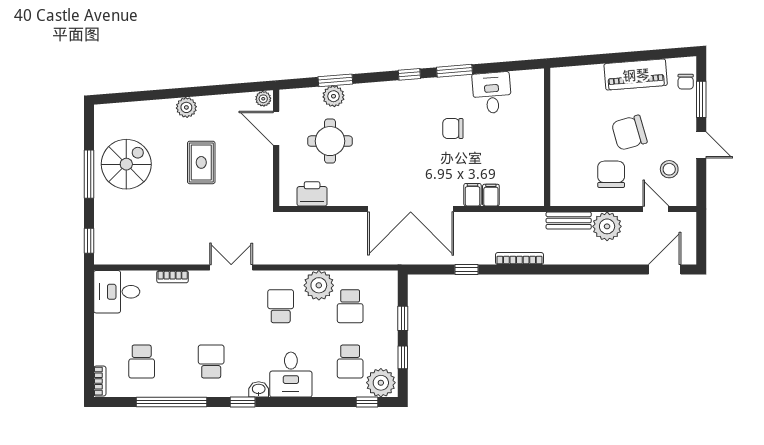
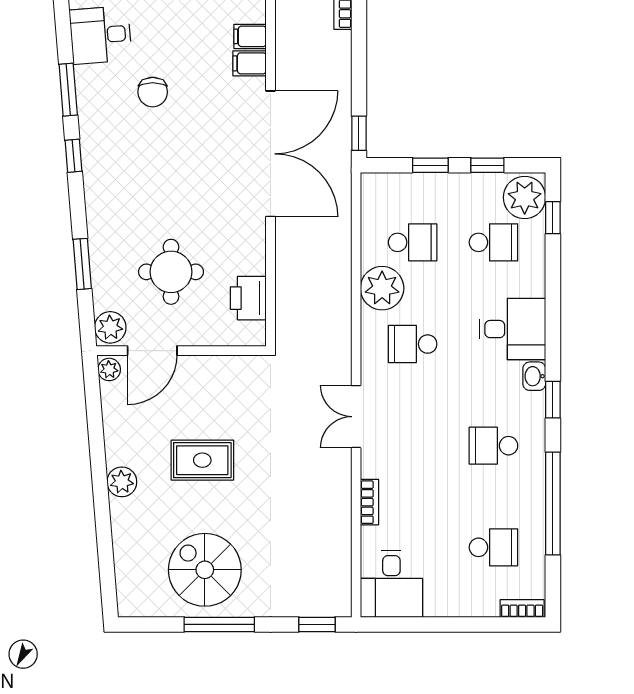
plant: (334, 96) -> (110, 327), moved
window: (467, 269) -> (359, 133), moved

